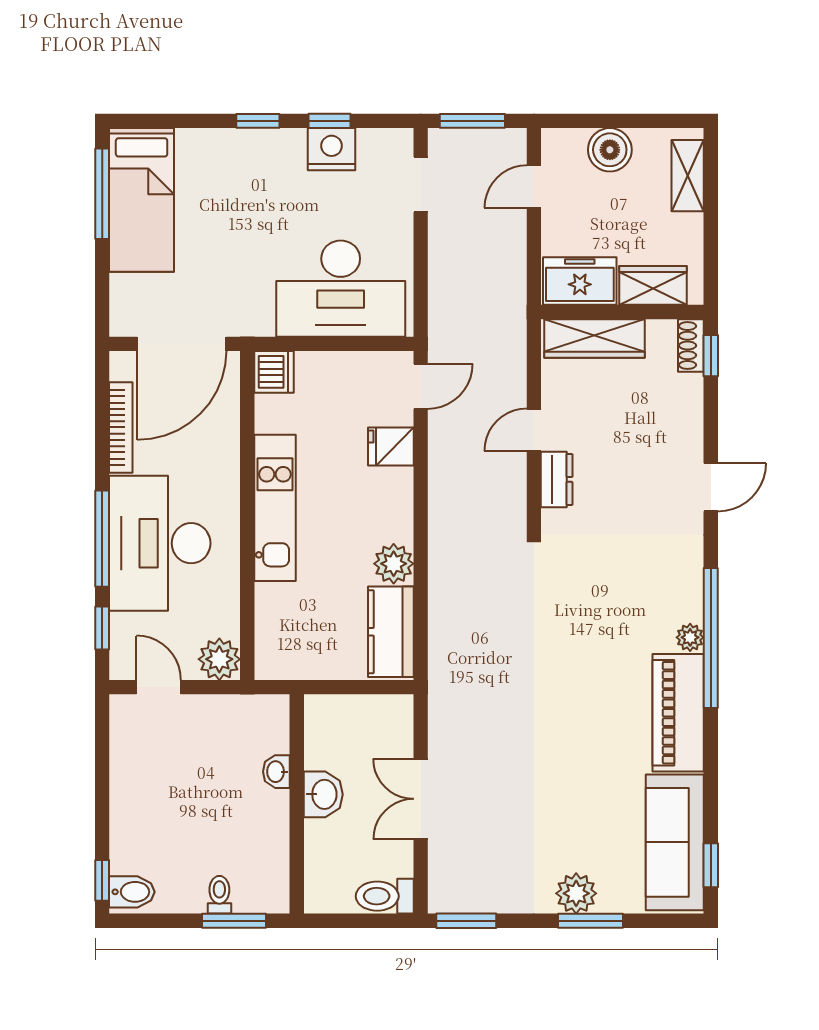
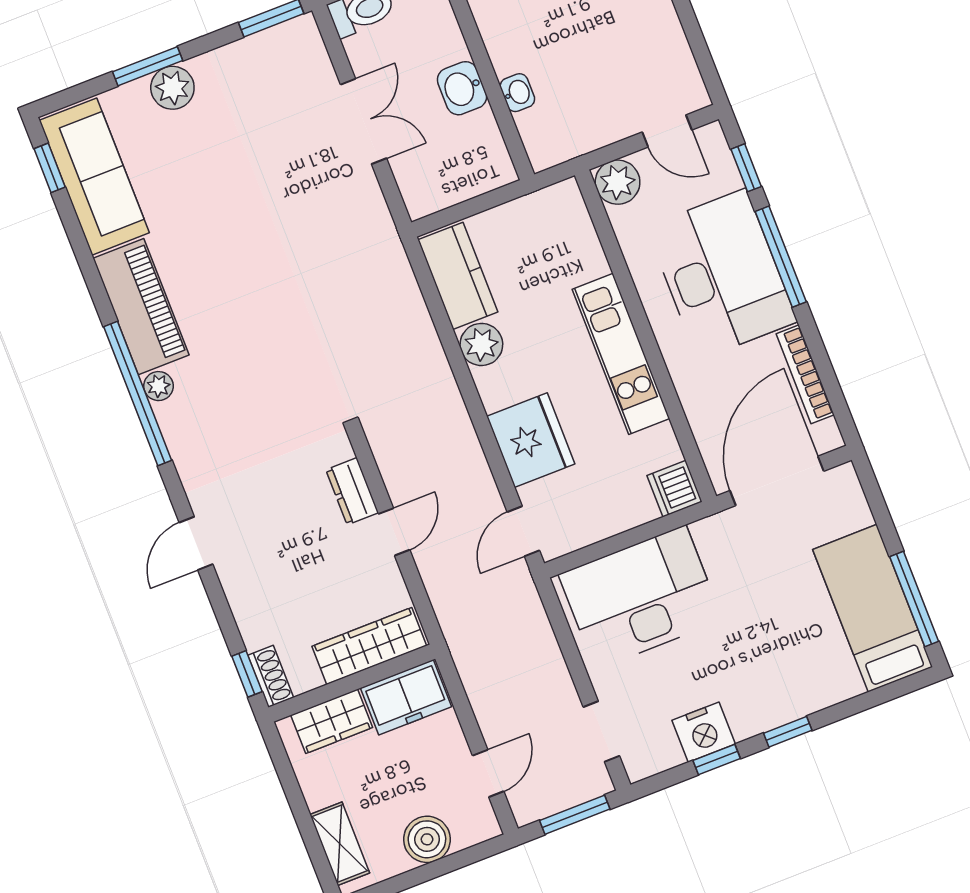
fridge: (391, 446) -> (531, 440), width x1.88, depth x1.34

